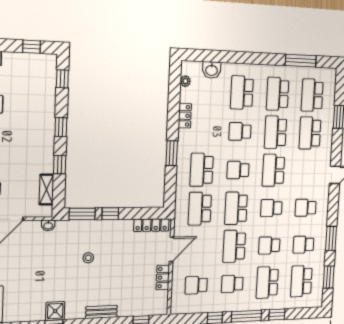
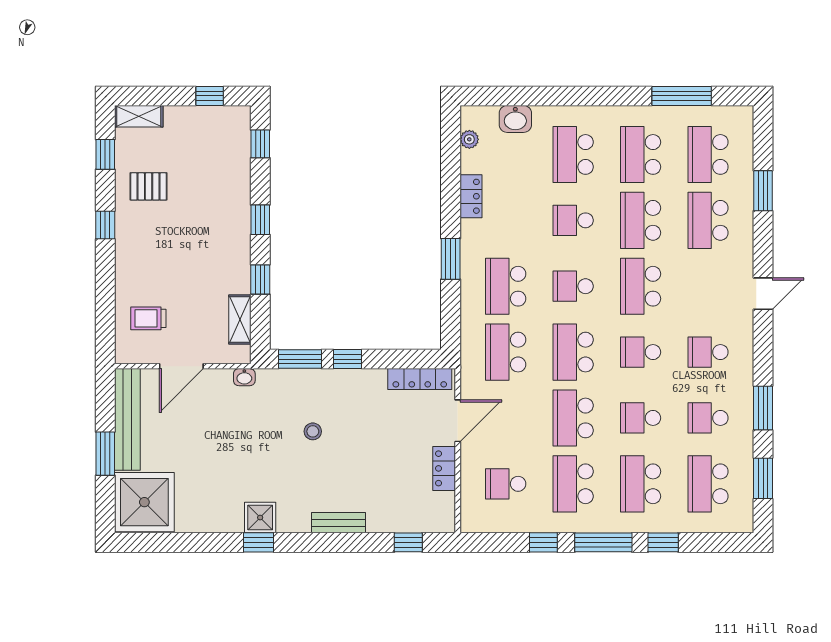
school desk: (232, 284) -> (573, 484), width x1.85

